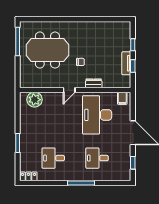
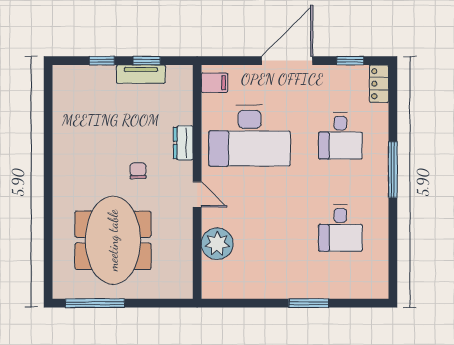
plant: (35, 100) -> (217, 244), moved
locker: (28, 176) -> (379, 84), moved

